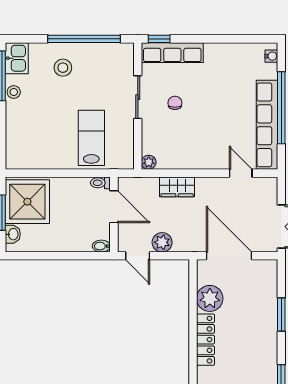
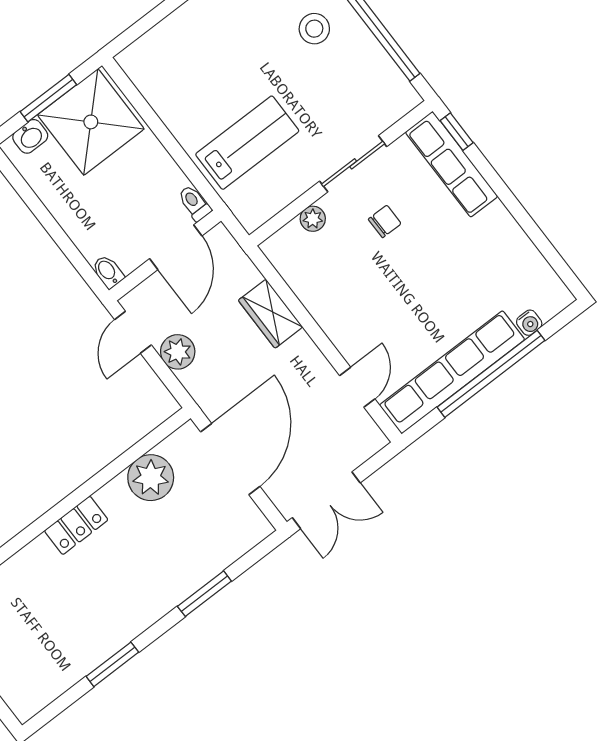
water cooler: (271, 56) -> (529, 323), moved
plant: (149, 162) -> (313, 219), moved
locker: (205, 340) -> (76, 525), width x0.66

